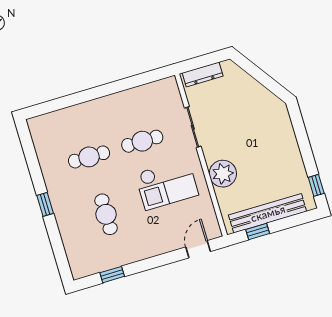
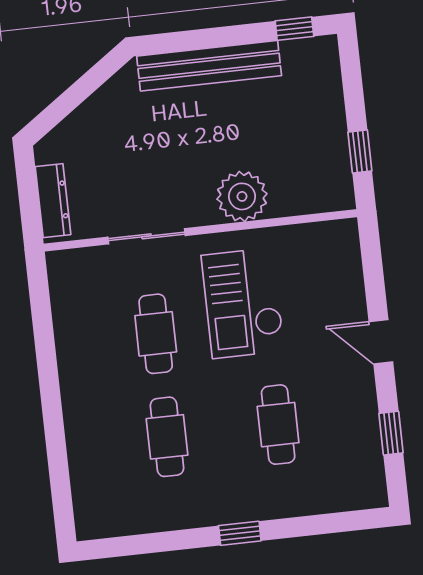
checkout: (167, 184) -> (243, 303), turned 180
bench: (268, 213) -> (209, 66), moved, turned 90
cafe table: (106, 214) -> (278, 425), turned 90
door: (198, 249) -> (381, 342), moved

